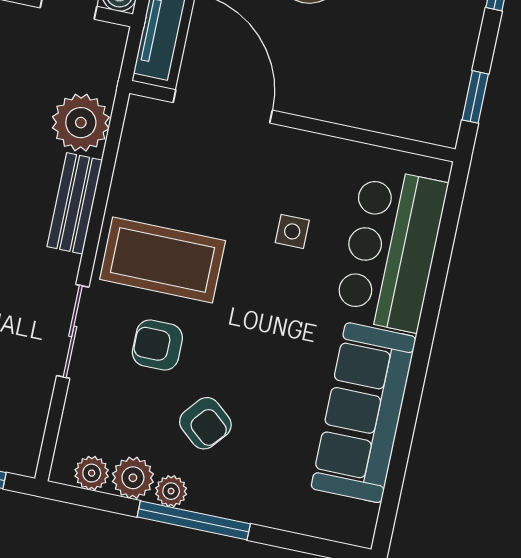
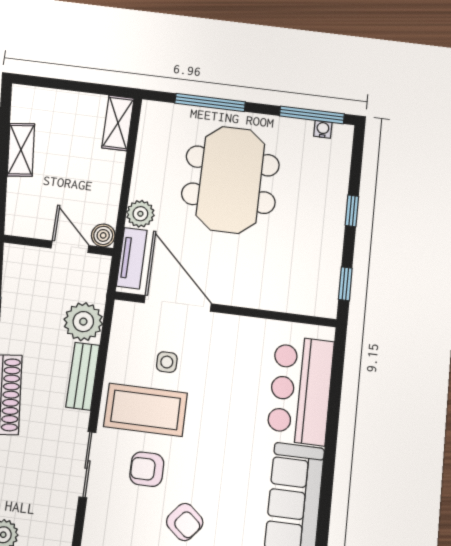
side table: (292, 231) -> (167, 362), moved

